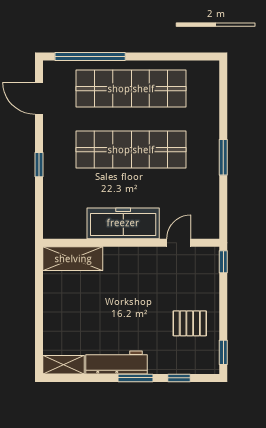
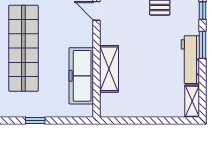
freezer: (123, 223) -> (81, 76), moved
shelving: (73, 259) -> (109, 69), moved

